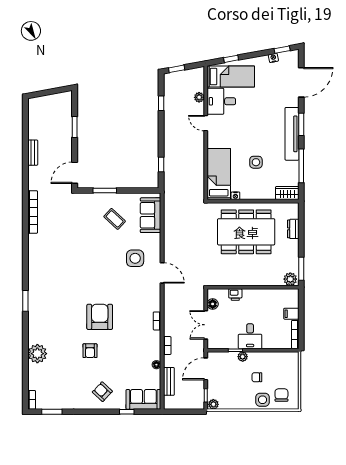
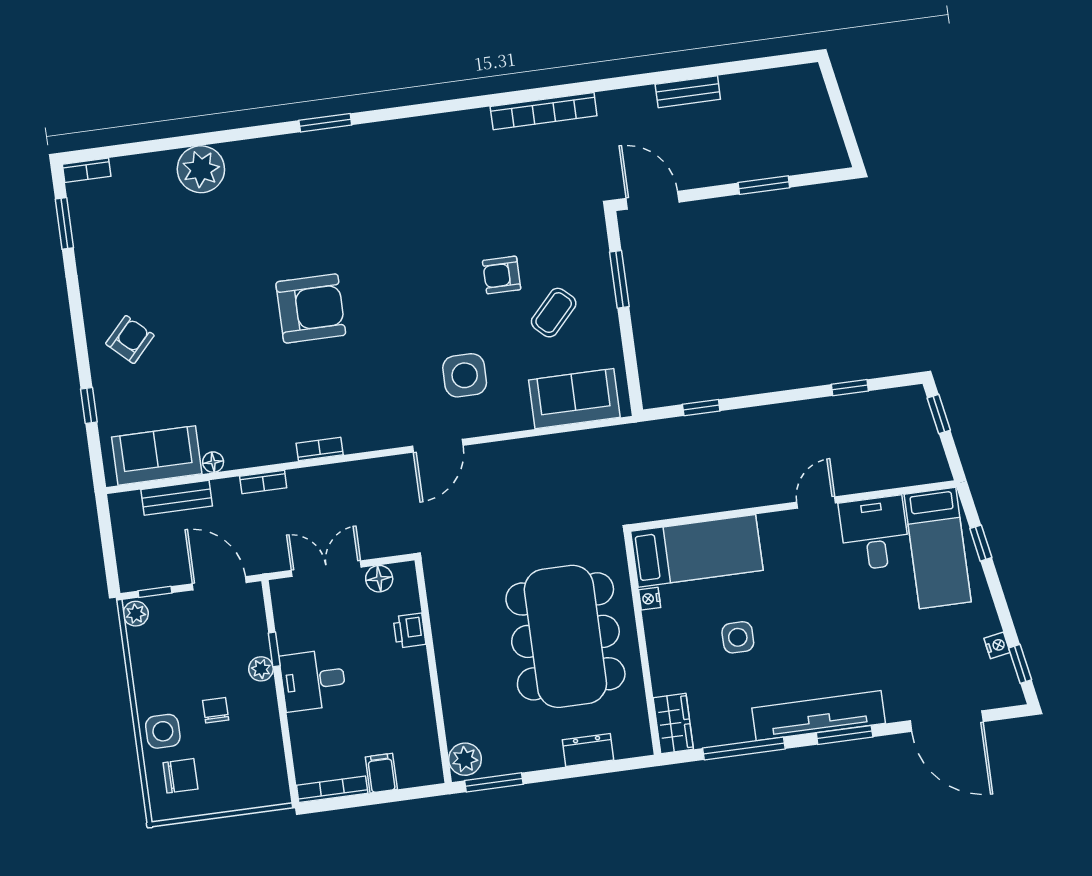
plant: (199, 97) -> (877, 478), removed
armchair: (90, 351) -> (502, 275), moved
sofa: (143, 399) -> (157, 455), moved, turned -90

